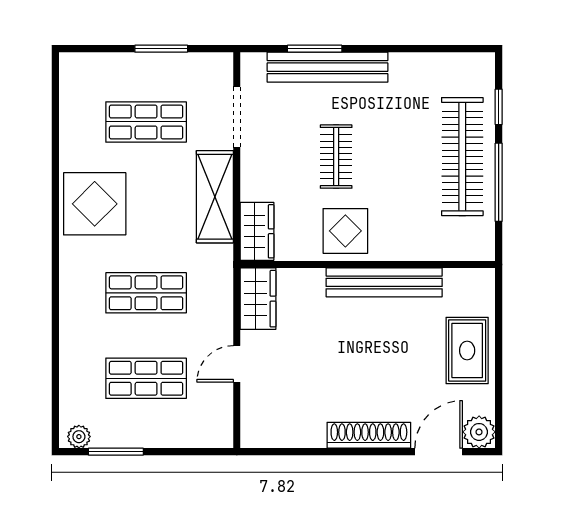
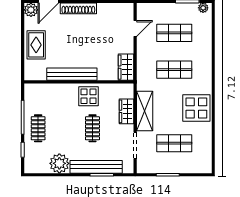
plant: (413, 75) -> (59, 163), added
clothes rail: (462, 157) -> (38, 128), width x0.54, depth x0.76
wardrobe: (257, 231) -> (127, 111), moved
door: (237, 364) -> (135, 28), moved

